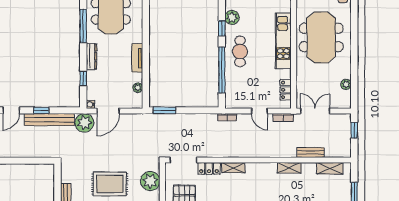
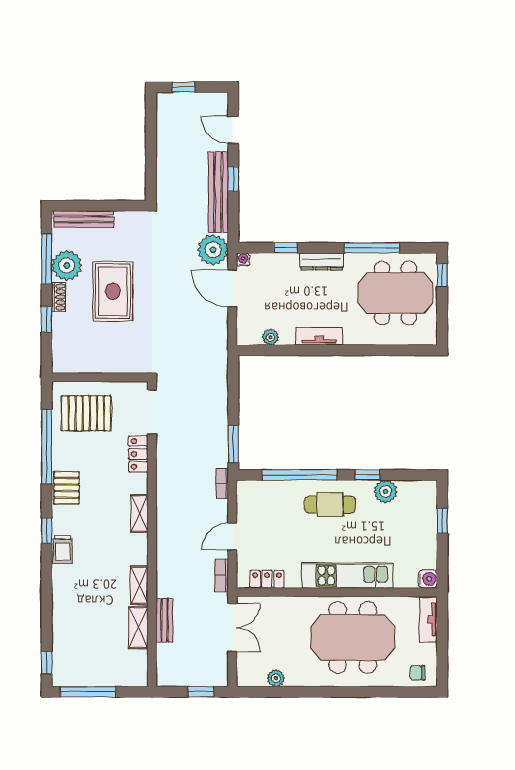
window: (164, 110) -> (233, 444), moved
shelving: (233, 168) -> (139, 514), moved
shelving: (330, 168) -> (138, 628), moved
plant: (150, 181) -> (118, 358), removed

